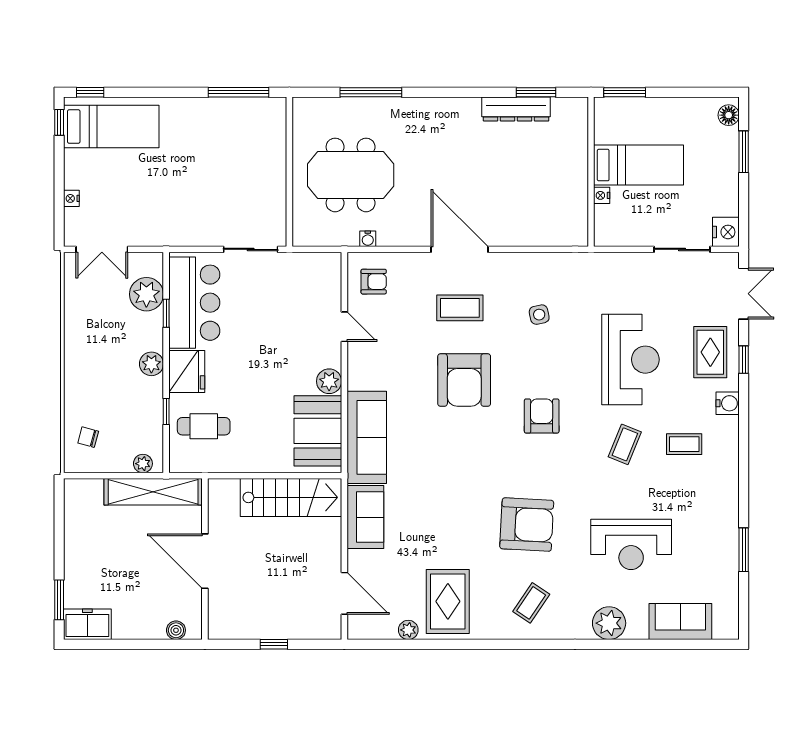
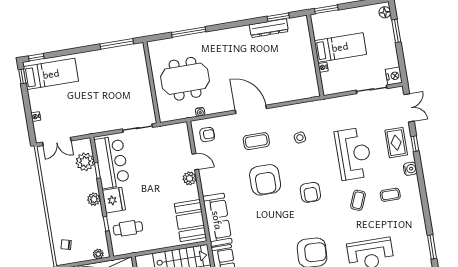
plant: (329, 381) -> (190, 178), moved
armchair: (542, 416) -> (310, 192), turned 180

